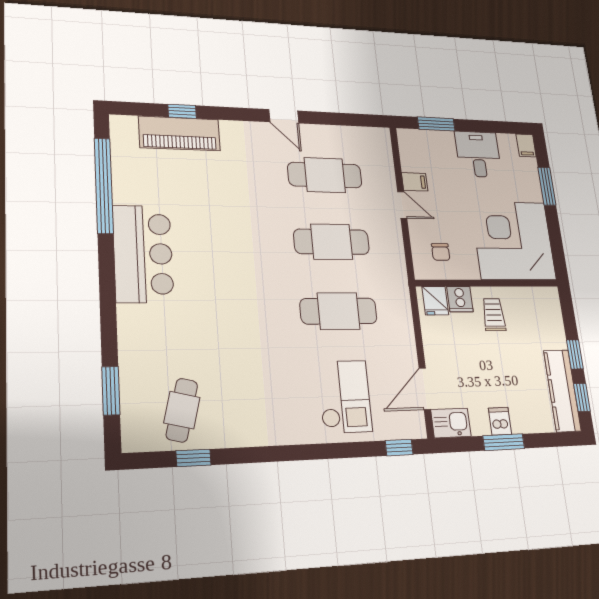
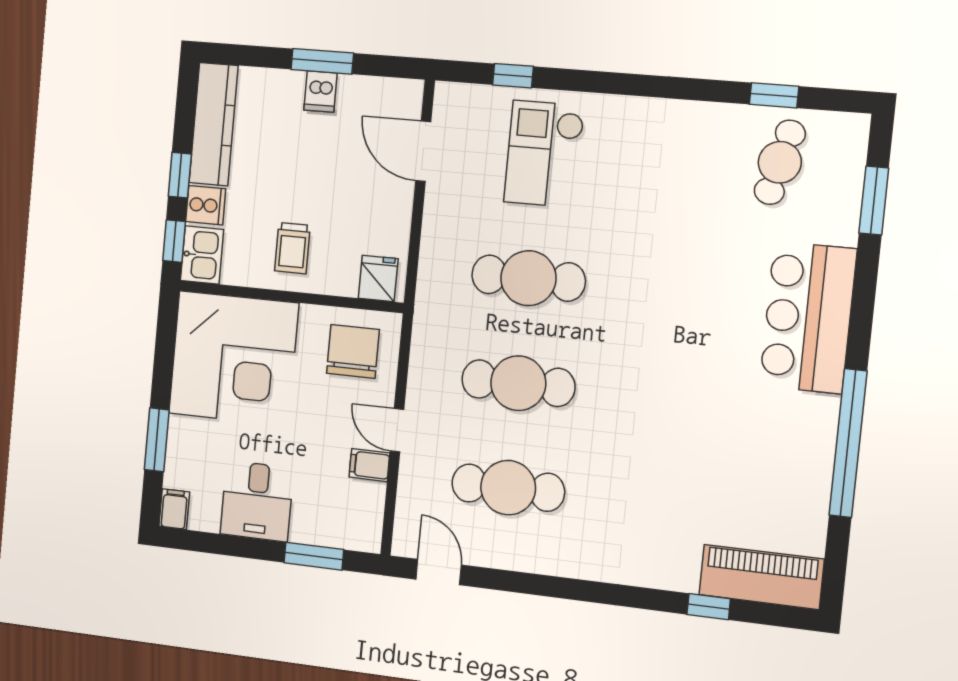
door: (284, 116) -> (439, 572), moved
piano: (179, 133) -> (761, 577), moved
window: (104, 186) -> (848, 443), moved
chair: (441, 252) -> (353, 352), width x1.87, depth x1.87
bar counter: (143, 254) -> (808, 318), moved
cooker: (460, 299) -> (206, 205), moved, turned 90
door: (425, 389) -> (423, 151), swing flipped
window: (582, 397) -> (174, 241), moved
kitchen sink: (451, 423) -> (202, 255), moved, turned -90
window: (399, 447) -> (513, 76), moved

